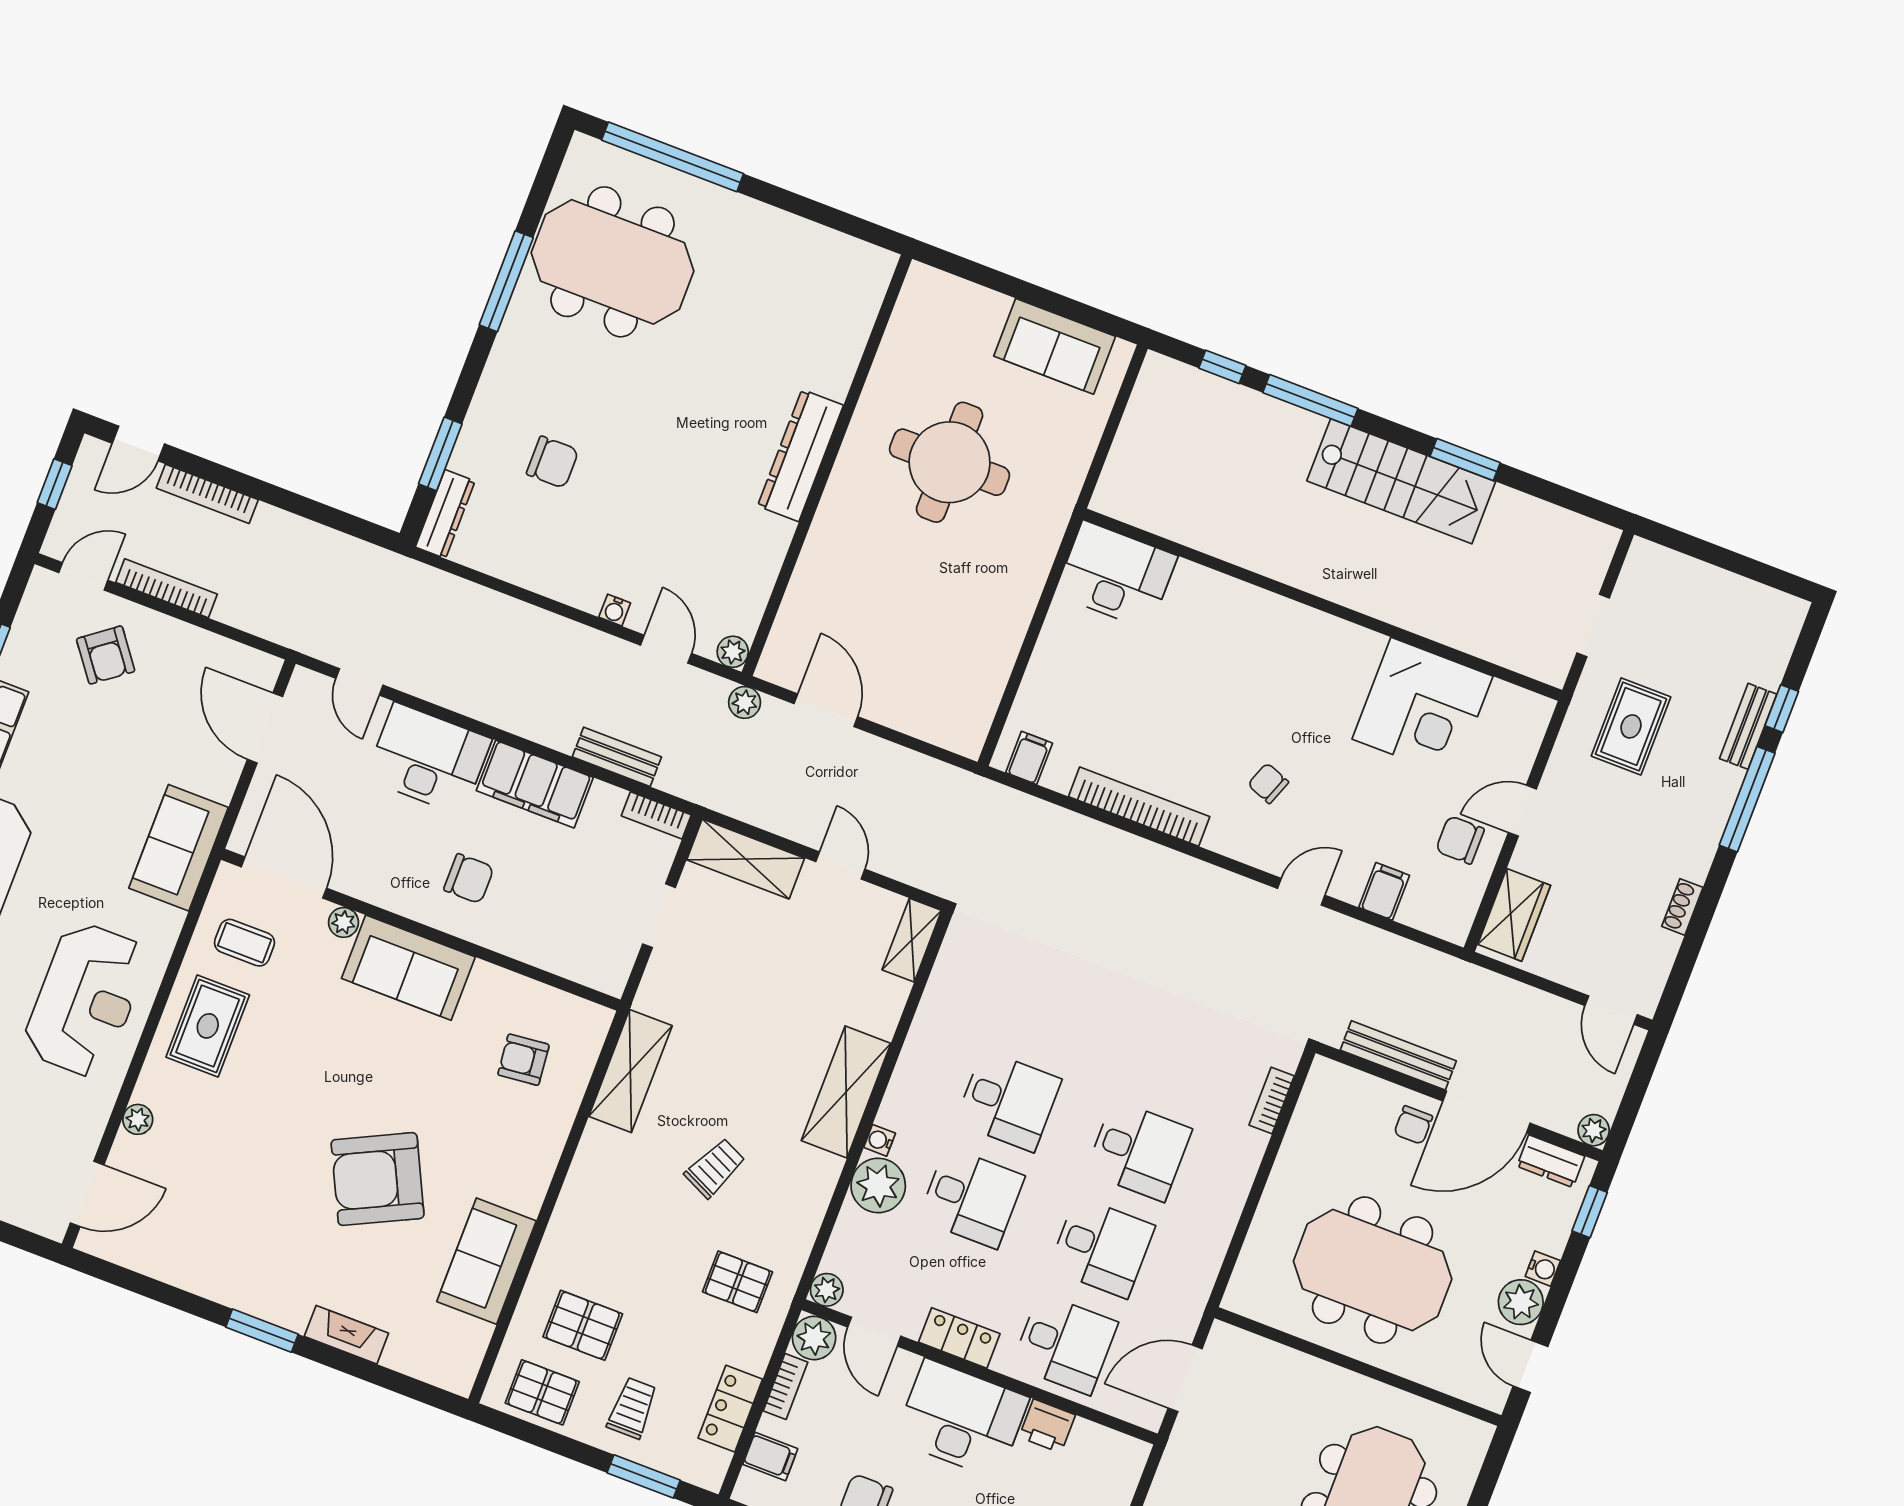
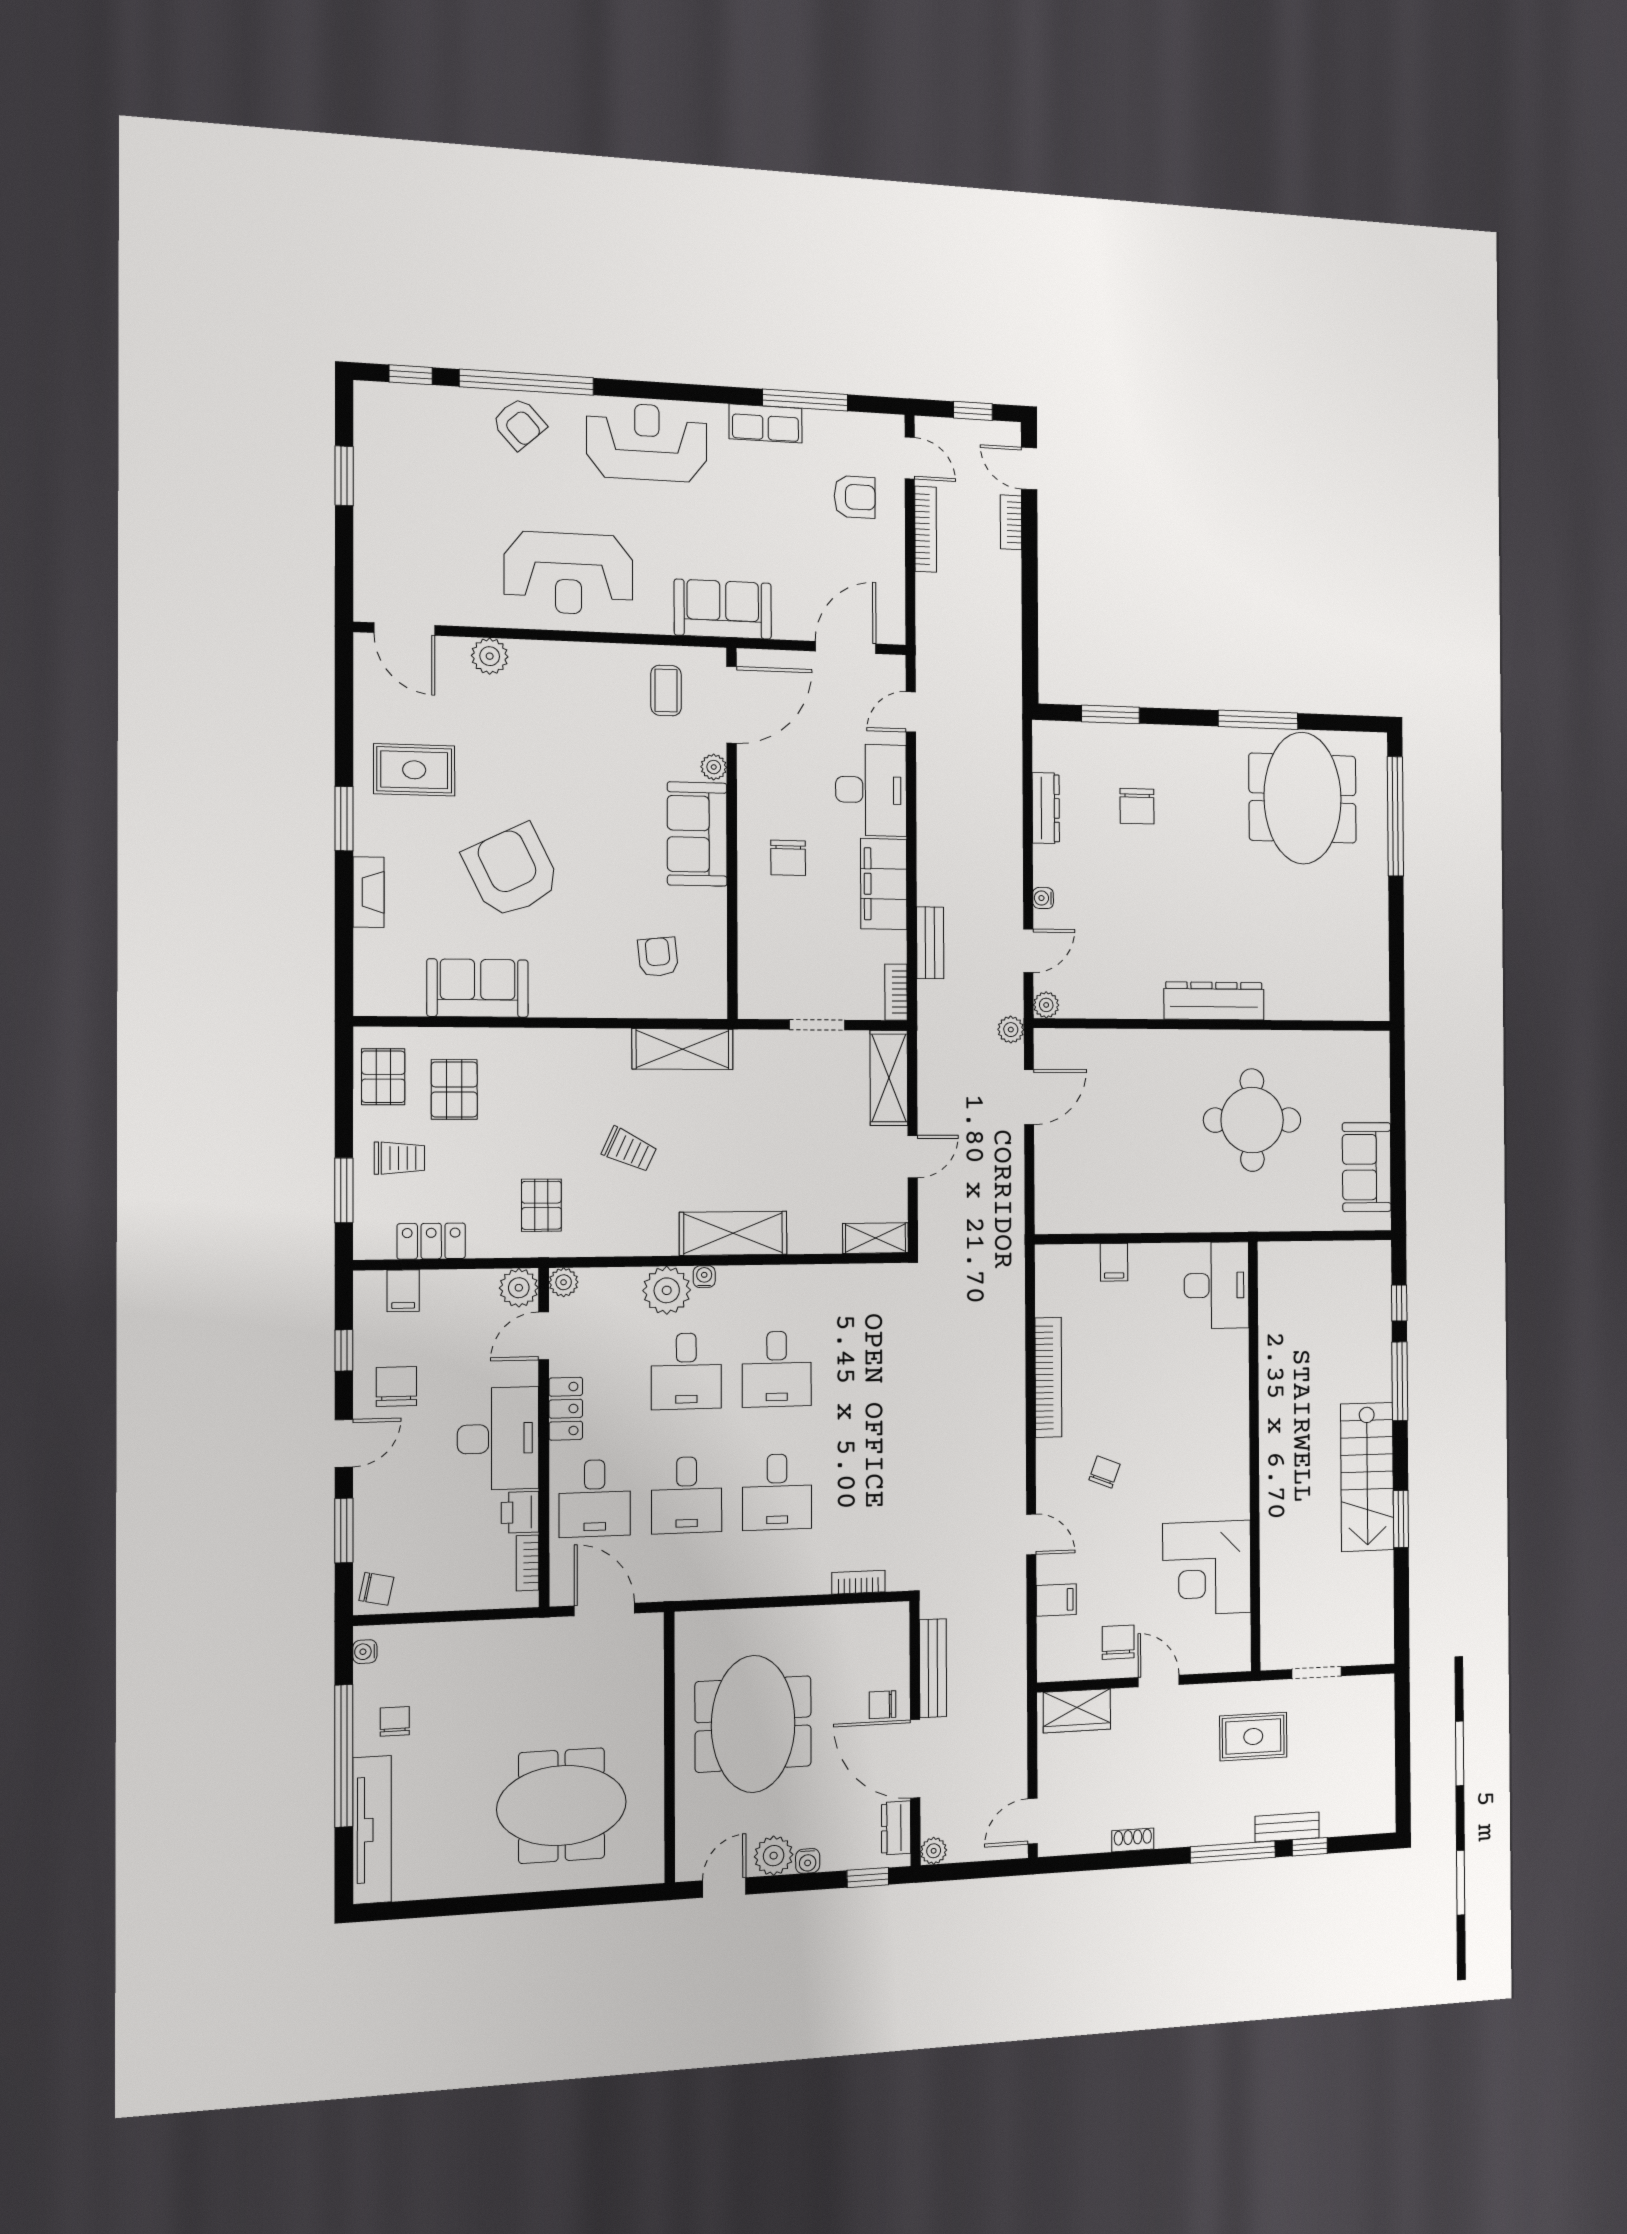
bookcase: (207, 494) -> (1011, 522), width x0.64
dresser: (445, 514) -> (1046, 808), moved, turned -90
armchair: (106, 655) -> (855, 497), turned -143
filing cabinet: (1029, 758) -> (1114, 1262), moved, turned 90
rug: (208, 1026) -> (414, 770), moved
plant: (138, 1119) -> (490, 656), width x1.38, depth x1.38
bookcase: (786, 1386) -> (528, 1563), moved, turned 90

